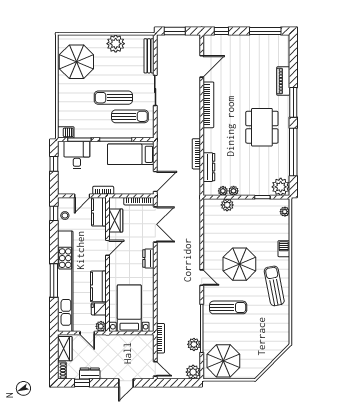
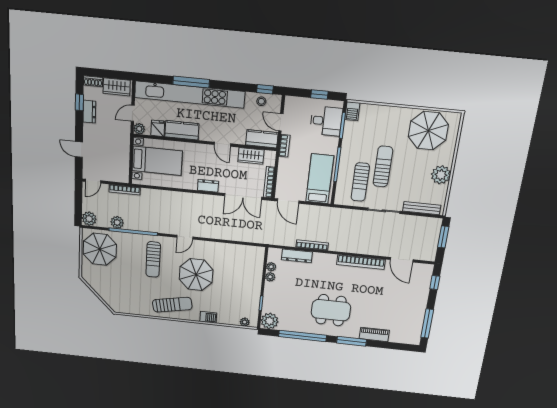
plant: (227, 205) -> (257, 269), removed

